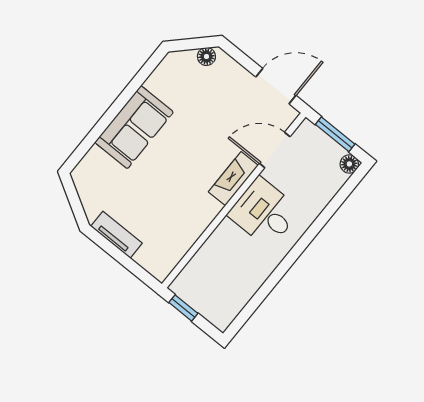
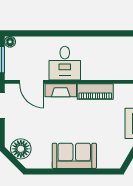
floor lamp: (206, 56) -> (21, 149), width x1.89, depth x1.89
piano: (195, 222) -> (95, 92), added

